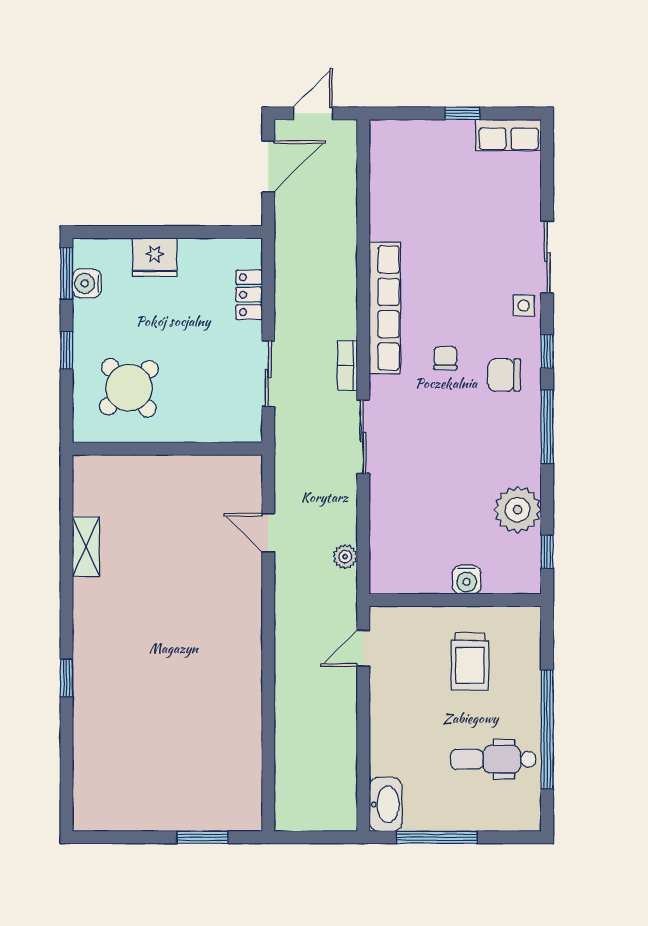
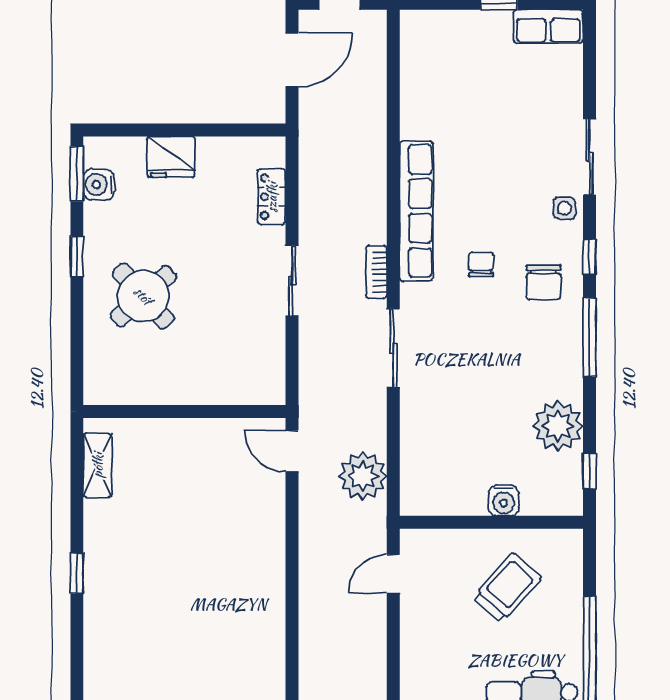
chair: (504, 375) -> (544, 282), turned -90
wall: (167, 449) -> (184, 412), moved
plant: (345, 557) -> (363, 476), width x1.88, depth x1.88
trolley: (470, 661) -> (507, 588), turned -138
window: (67, 678) -> (77, 573), moved

